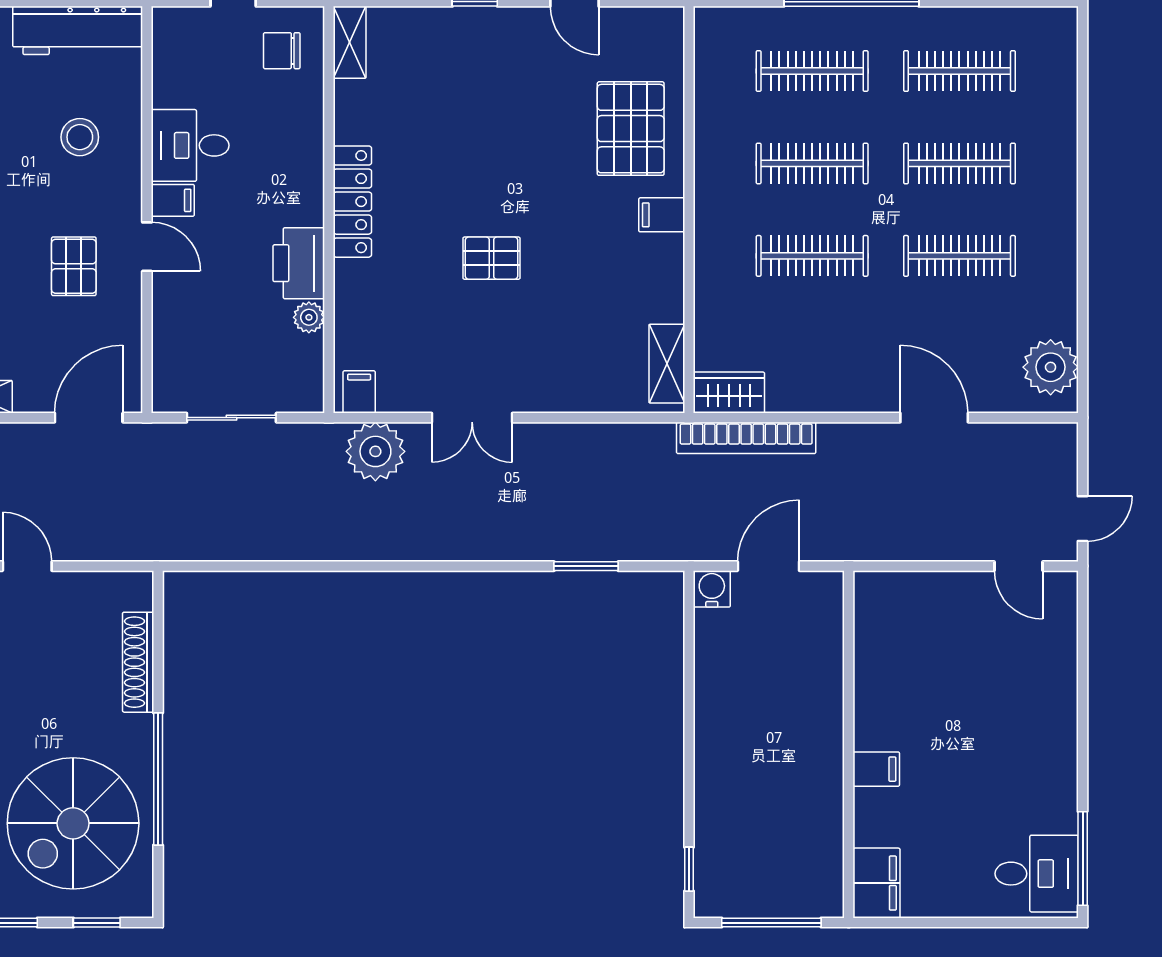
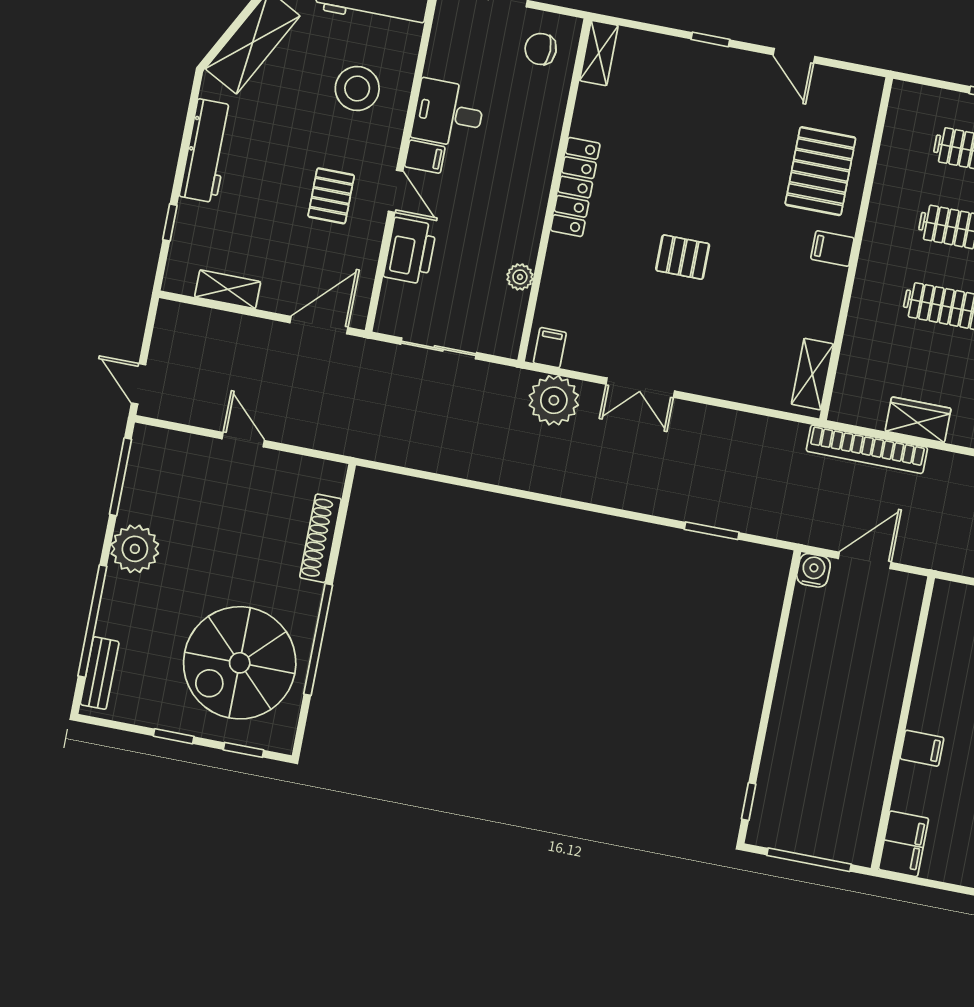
stool: (80, 137) -> (357, 89), width x1.38, depth x1.38
printer: (299, 263) -> (410, 251), moved, turned 180
wardrobe: (729, 393) -> (918, 420), moved

